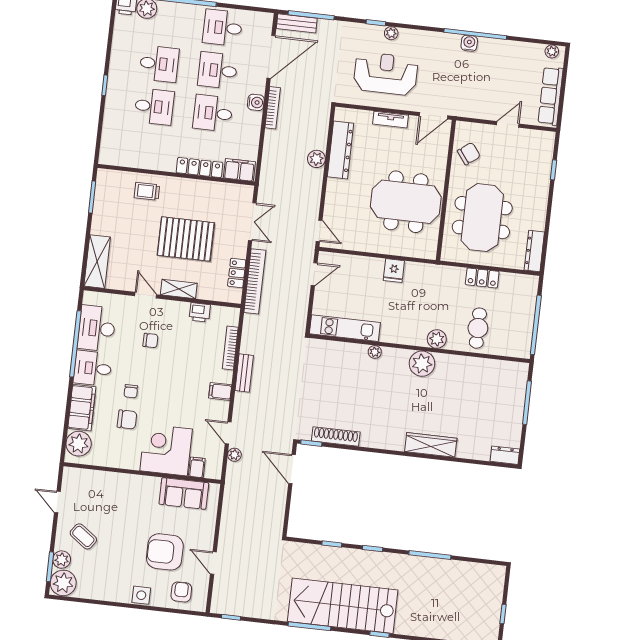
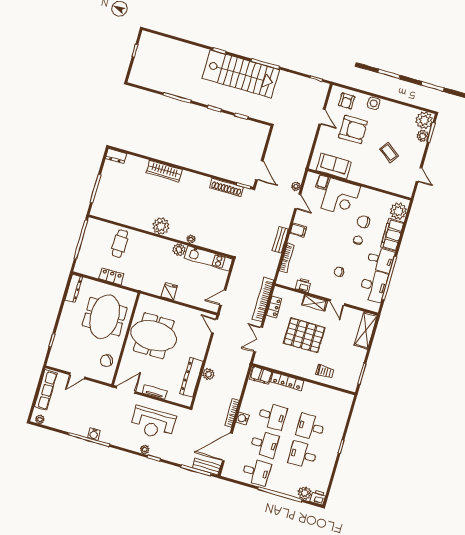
plant: (437, 339) -> (179, 250), moved
coffee table: (83, 536) -> (389, 153), moved

